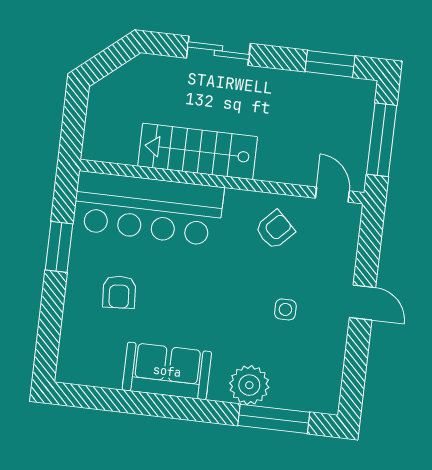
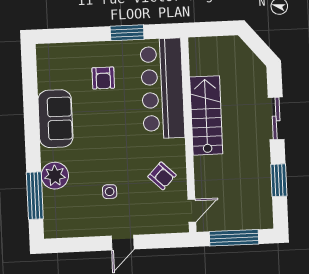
window: (330, 64) -> (279, 180), moved
armchair: (119, 292) -> (103, 78), turned -86

